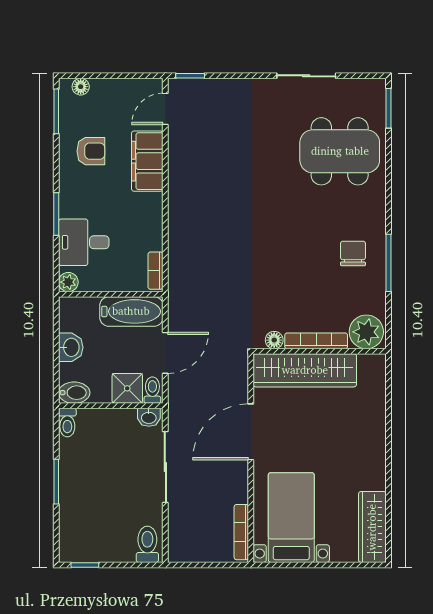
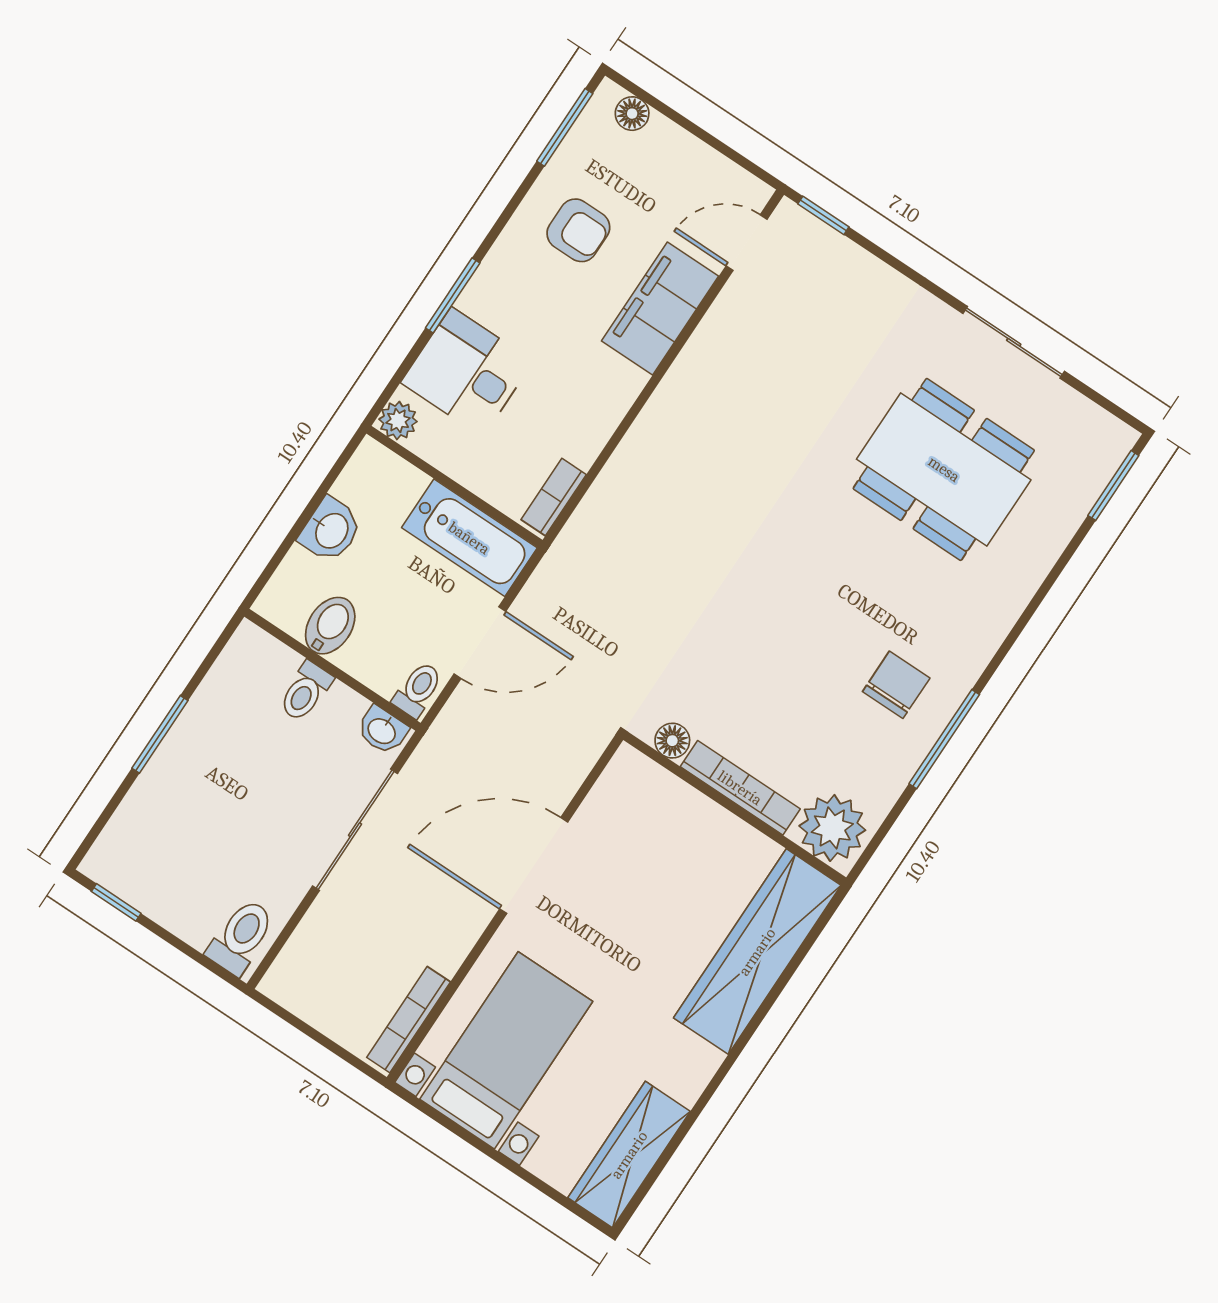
dining table: (340, 151) -> (944, 469), moved
wardrobe: (305, 370) -> (757, 952), moved, turned 90
shower: (127, 388) -> (379, 659), removed
bidet: (74, 393) -> (330, 626), moved, turned -90
toilet: (67, 423) -> (305, 691), moved

